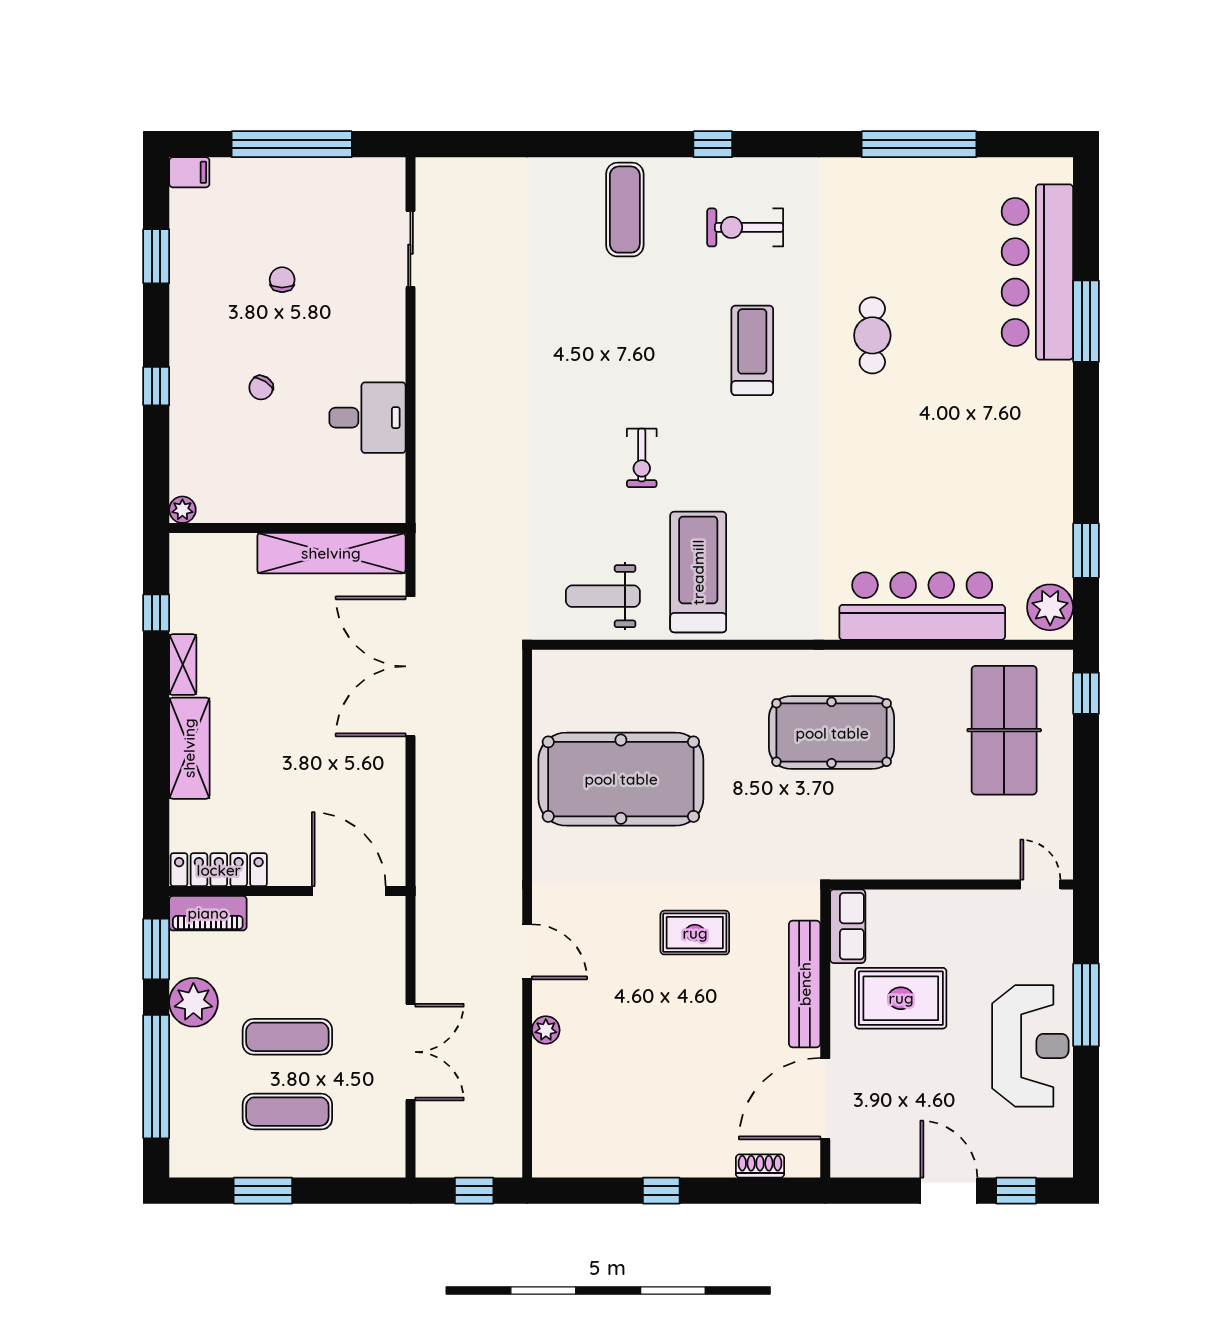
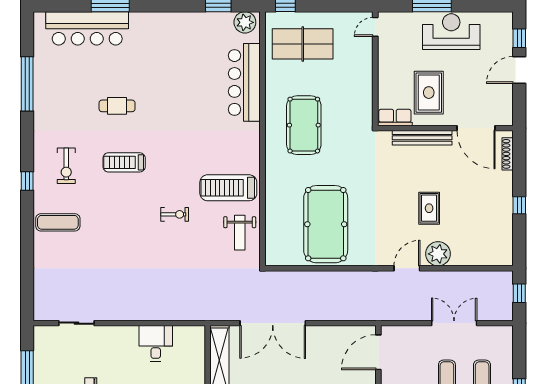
rug: (695, 933) -> (429, 208), moved
plant: (546, 1030) -> (438, 254), width x1.88, depth x1.88
shoe rack: (760, 1166) -> (508, 154), width x1.43

